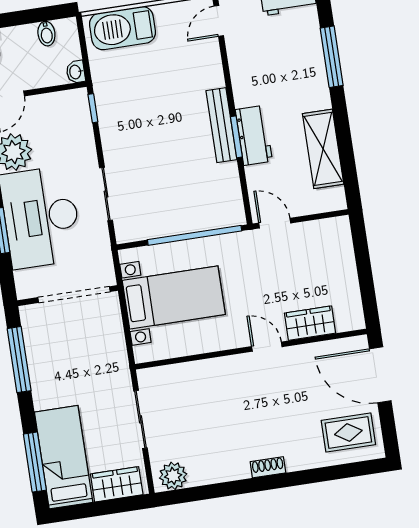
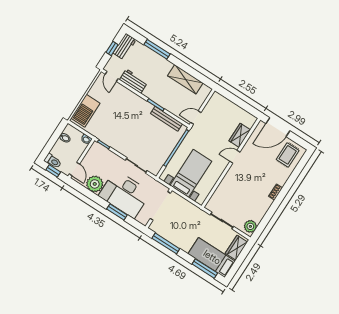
bench: (221, 125) -> (166, 119), moved
workbench: (254, 135) -> (133, 81), moved

